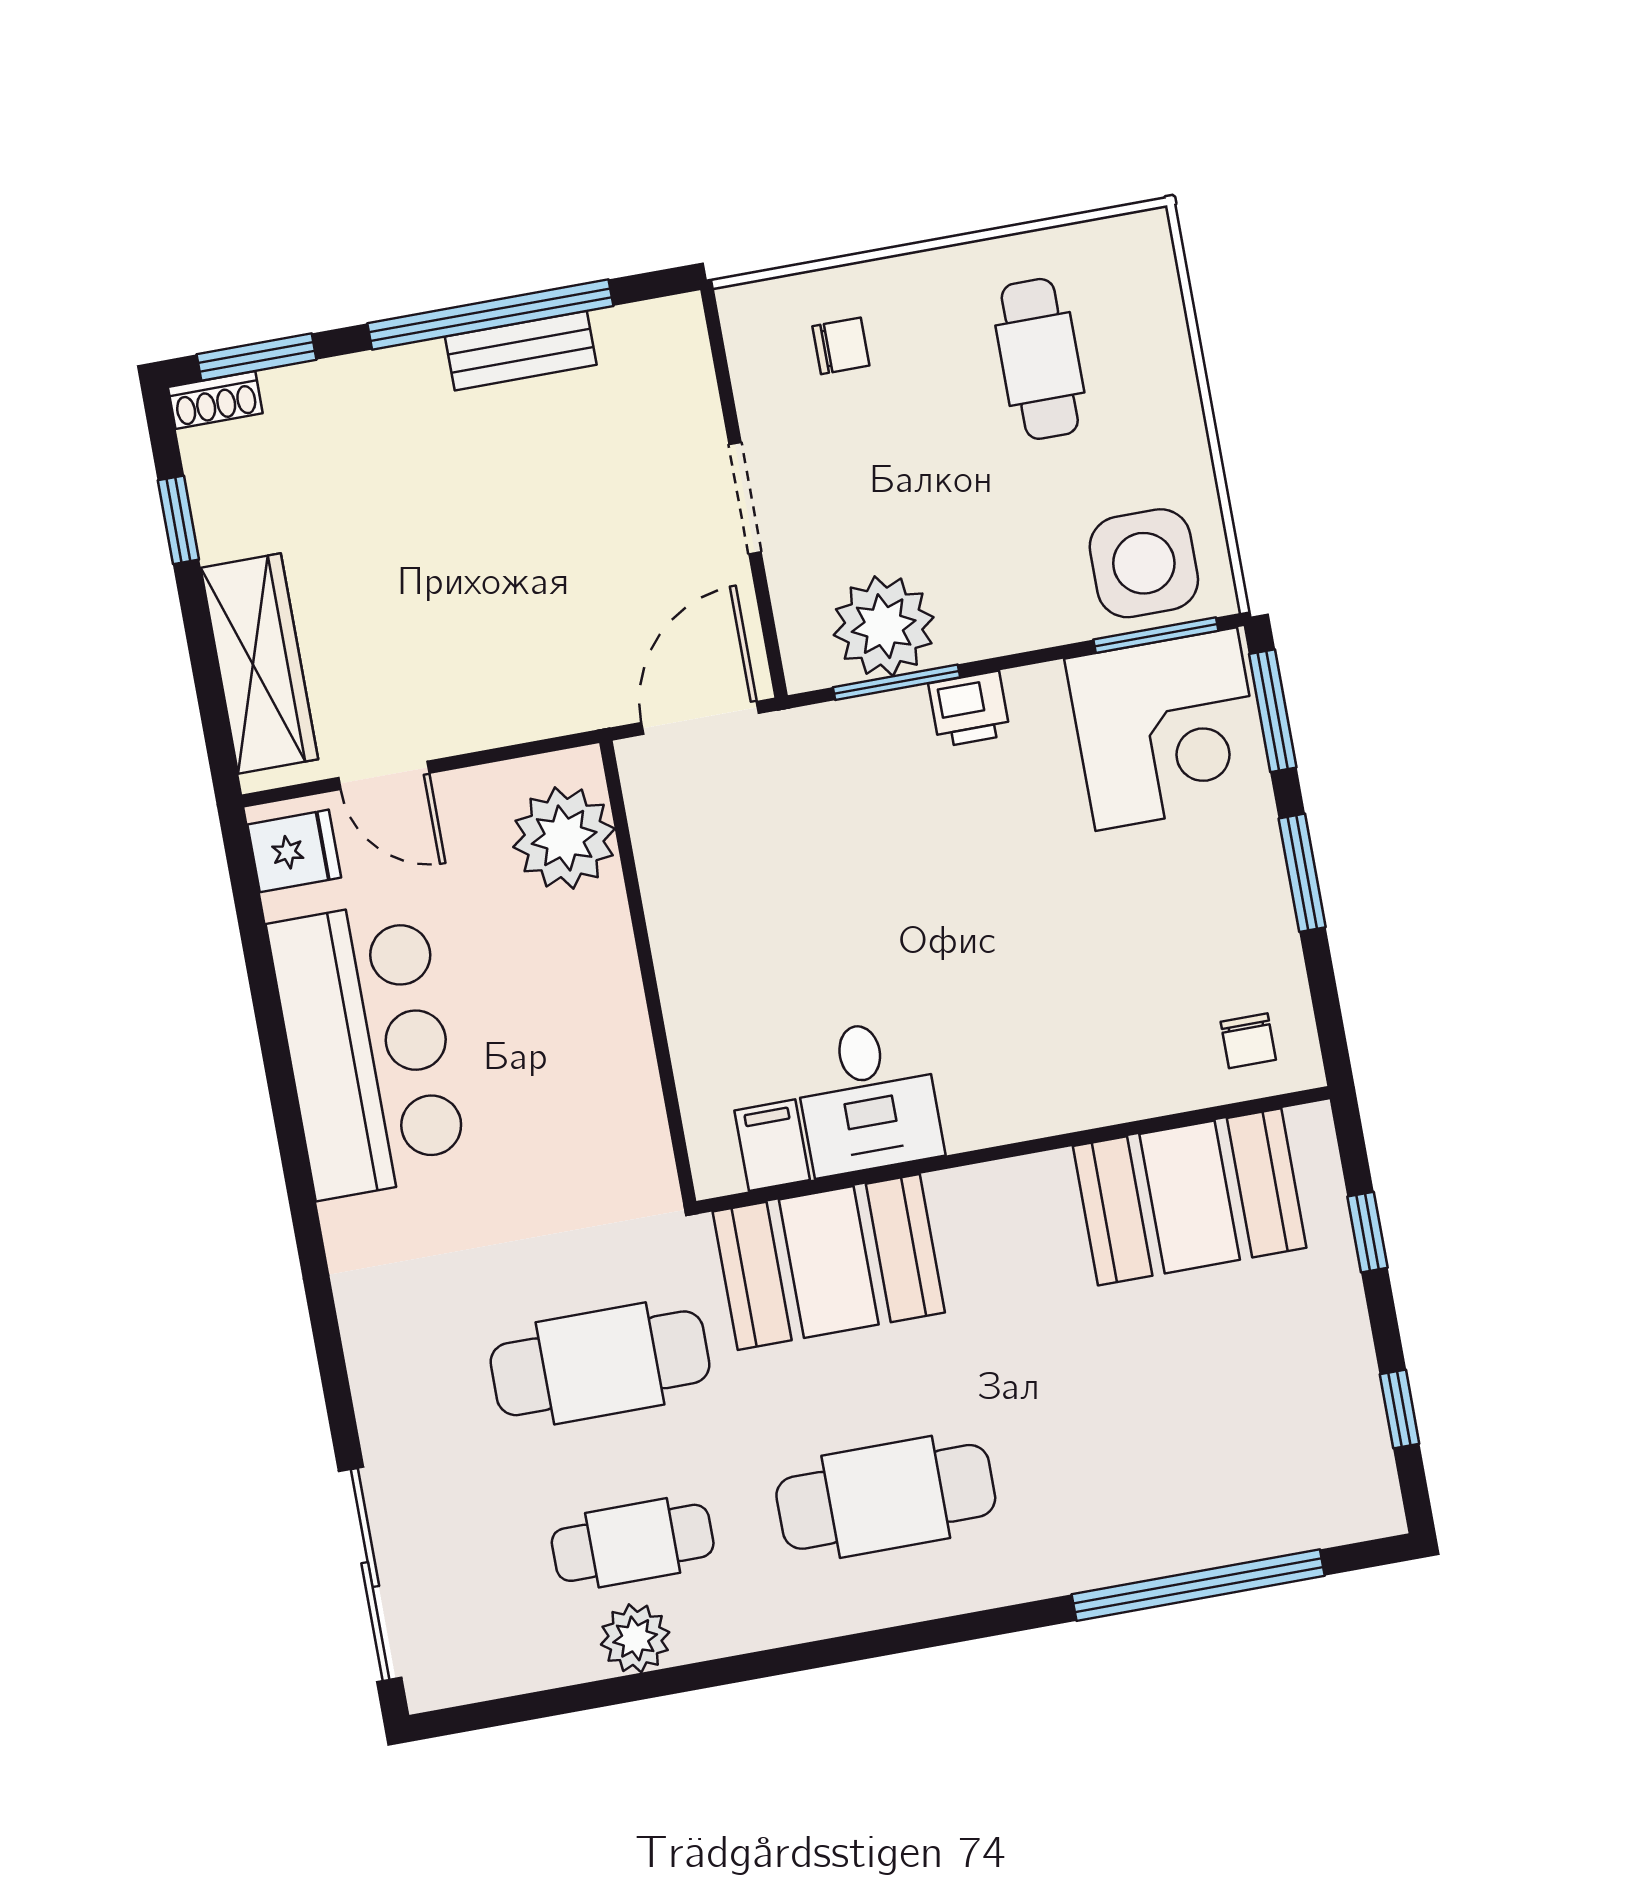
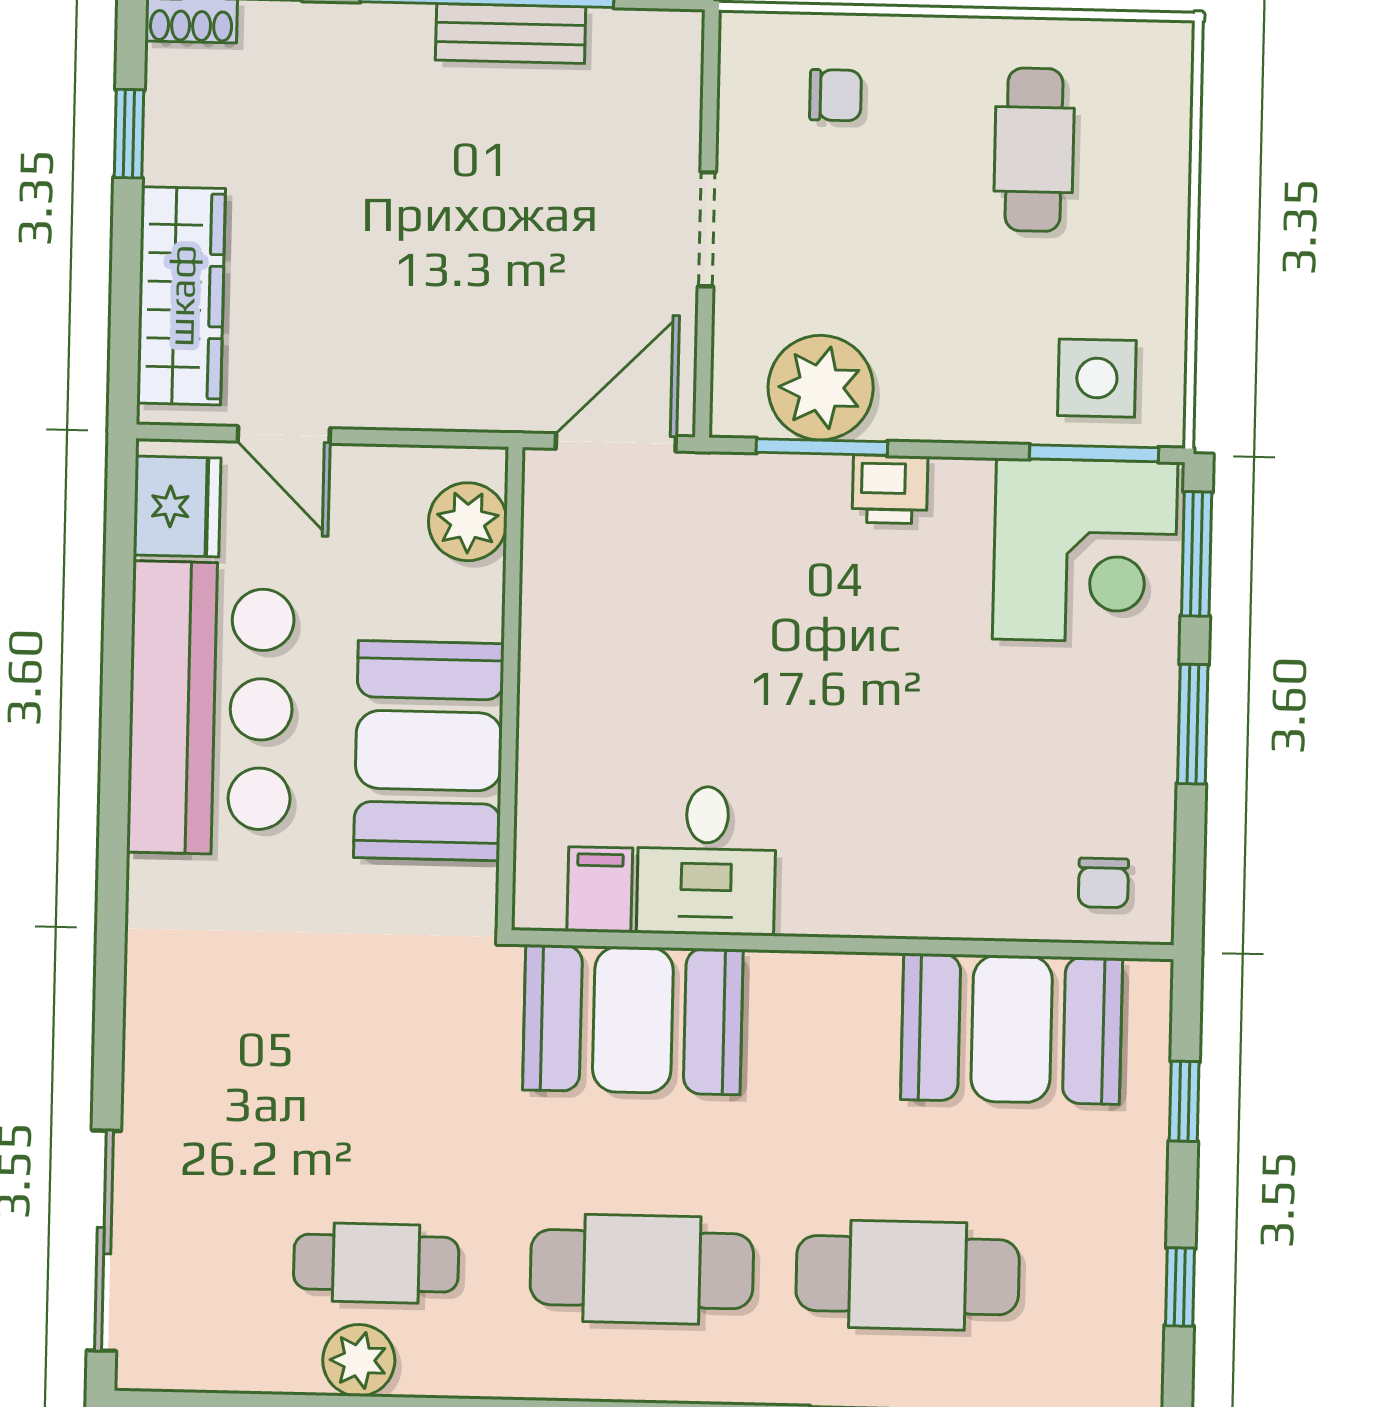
side table: (1144, 563) -> (1097, 378), width x0.73, depth x0.73
plant: (564, 838) -> (468, 522), width x0.73, depth x0.73
fridge: (294, 851) -> (177, 506), width x1.38
booth: (583, 1047) -> (429, 751), added
cafe table: (600, 1363) -> (908, 1275), moved

